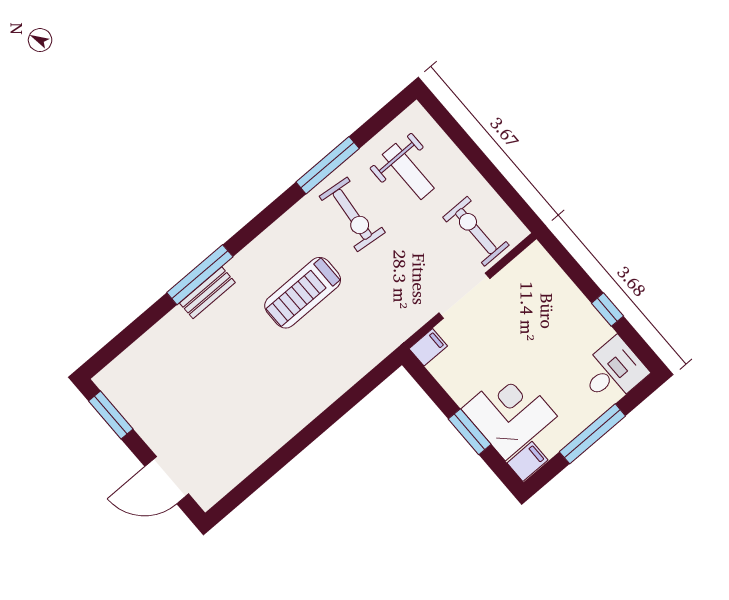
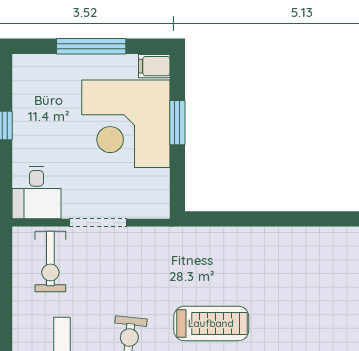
filing cabinet: (428, 347) -> (155, 208), removed
desk: (613, 371) -> (37, 193), moved, turned -90
corner desk: (509, 413) -> (126, 124), width x1.36, depth x1.36

